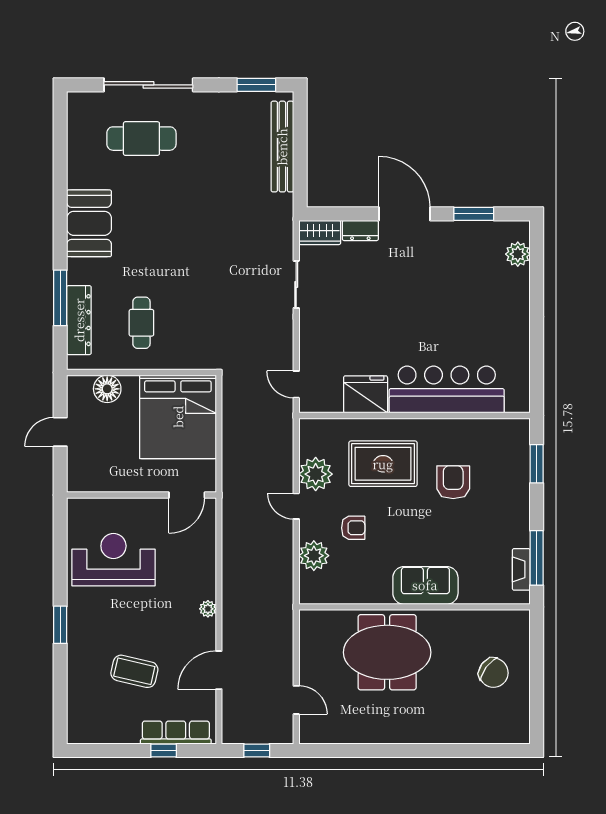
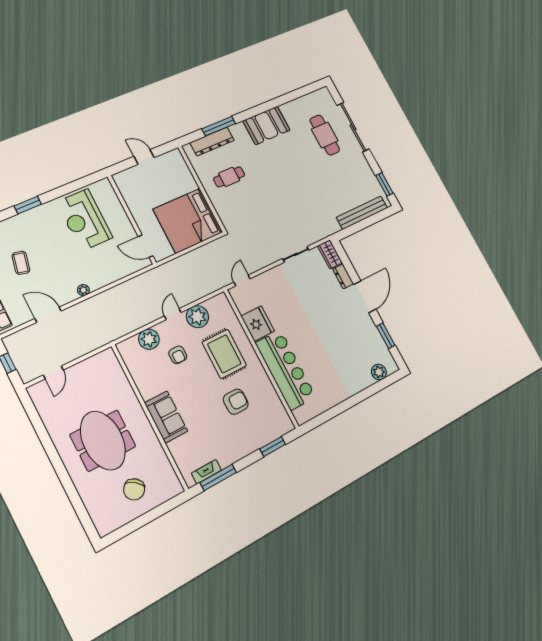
floor lamp: (107, 389) -> (183, 173), removed
reception desk: (113, 560) -> (85, 220), turned 180
meeting table: (387, 652) -> (103, 441), moved
coffee table: (134, 671) -> (21, 263), width x0.73, depth x0.77

